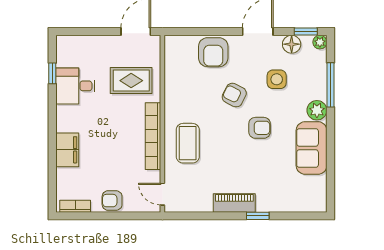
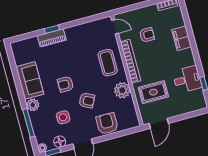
plant: (177, 96) -> (122, 90), added
armchair: (112, 201) -> (147, 35), moved
piano: (234, 203) -> (52, 38), moved

